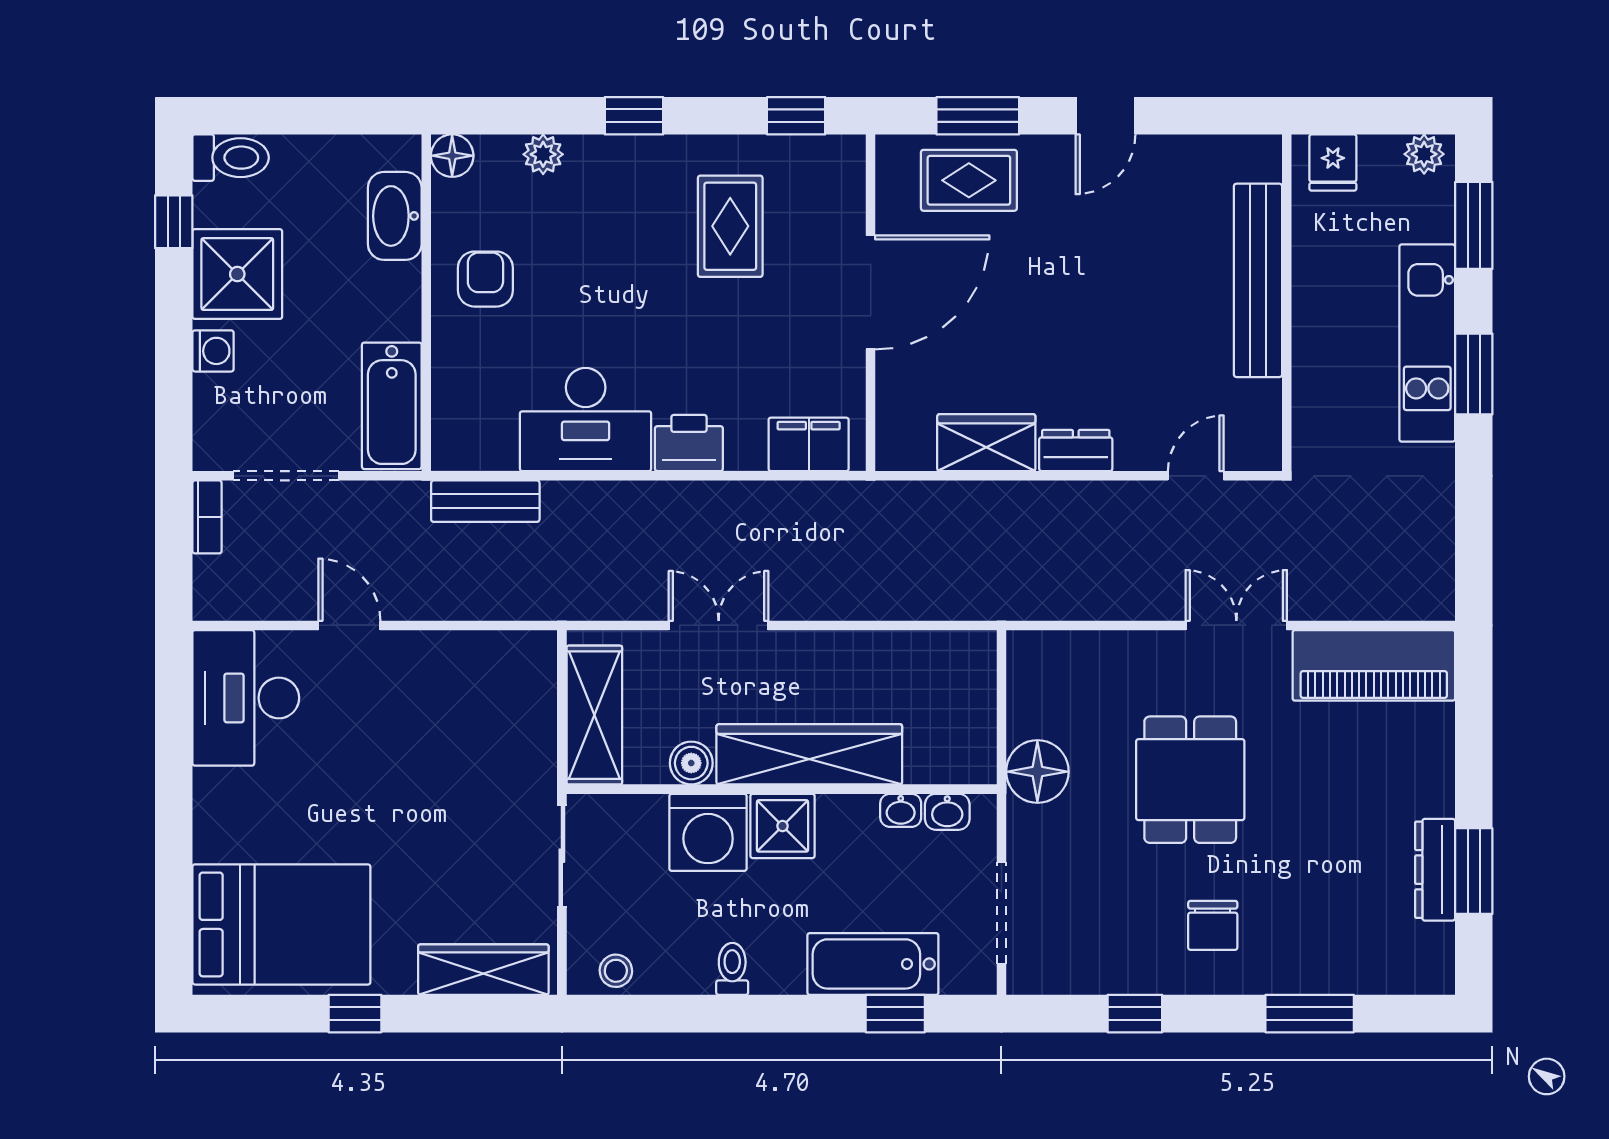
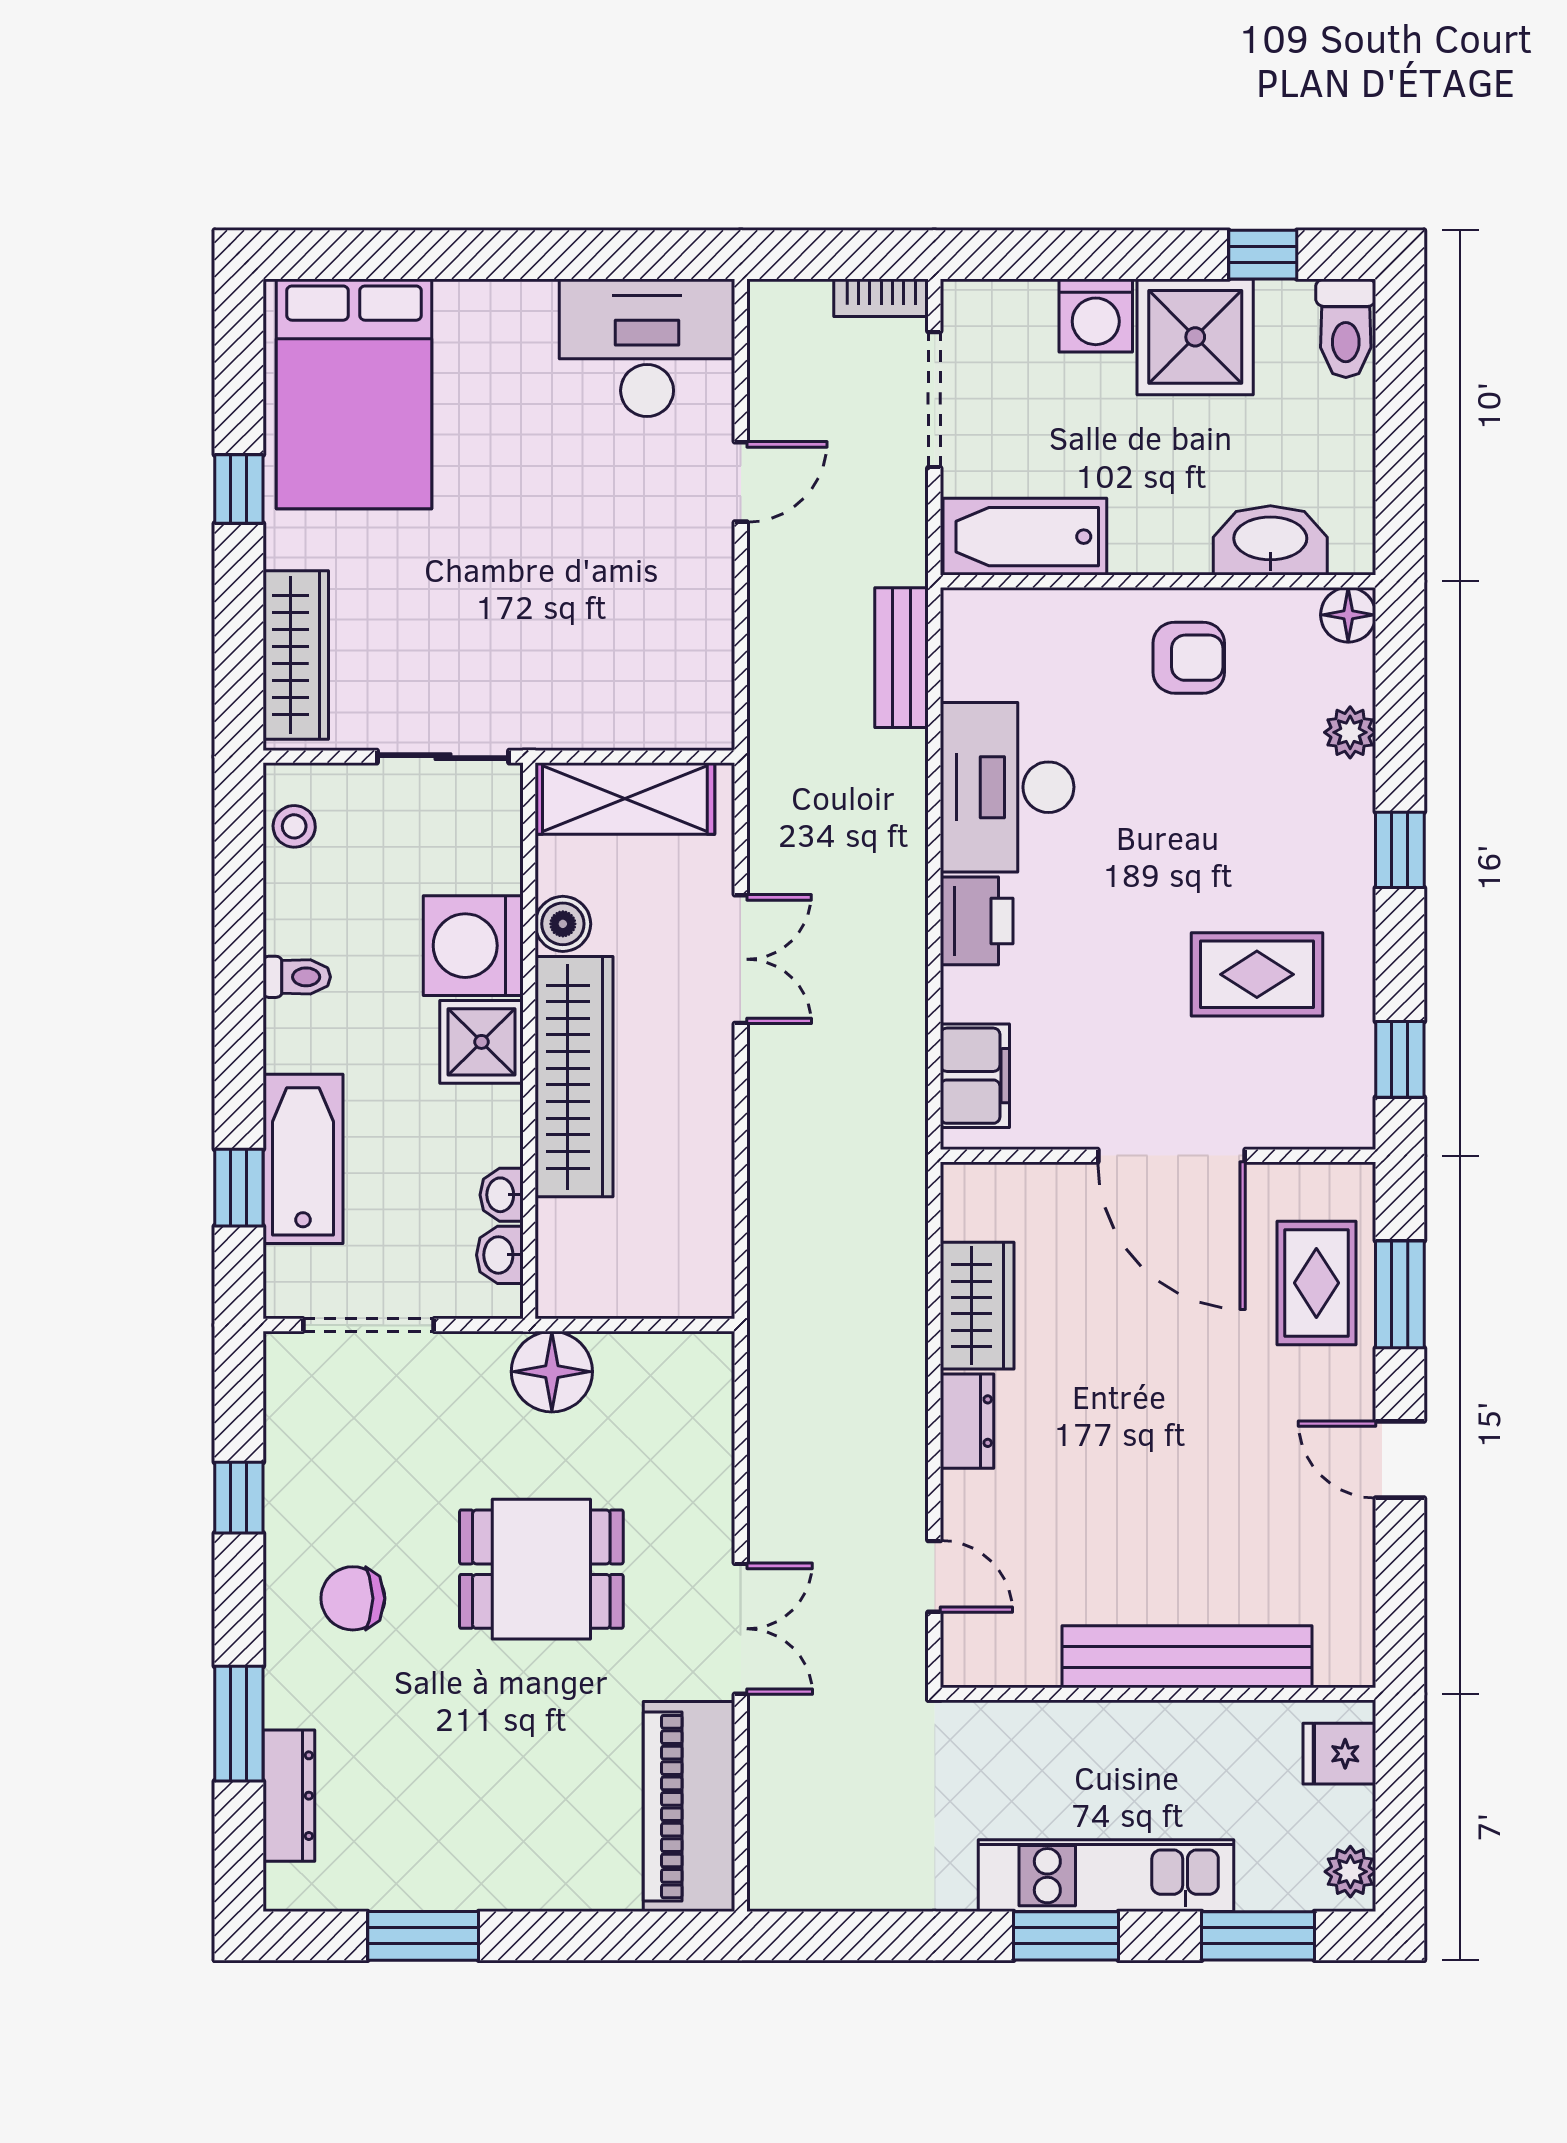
washing machine: (213, 351) -> (1096, 315), width x1.38, depth x1.38
dresser: (1435, 870) -> (289, 1796), moved, turned 90

